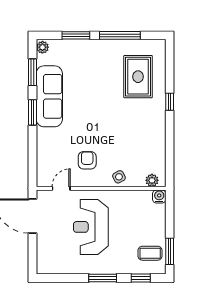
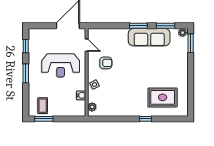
window: (76, 35) -> (191, 43), moved
window: (120, 35) -> (191, 85), removed
water cooler: (159, 196) -> (81, 95), moved
reception desk: (91, 227) -> (61, 65), turned 180
window: (141, 278) -> (26, 46), moved

